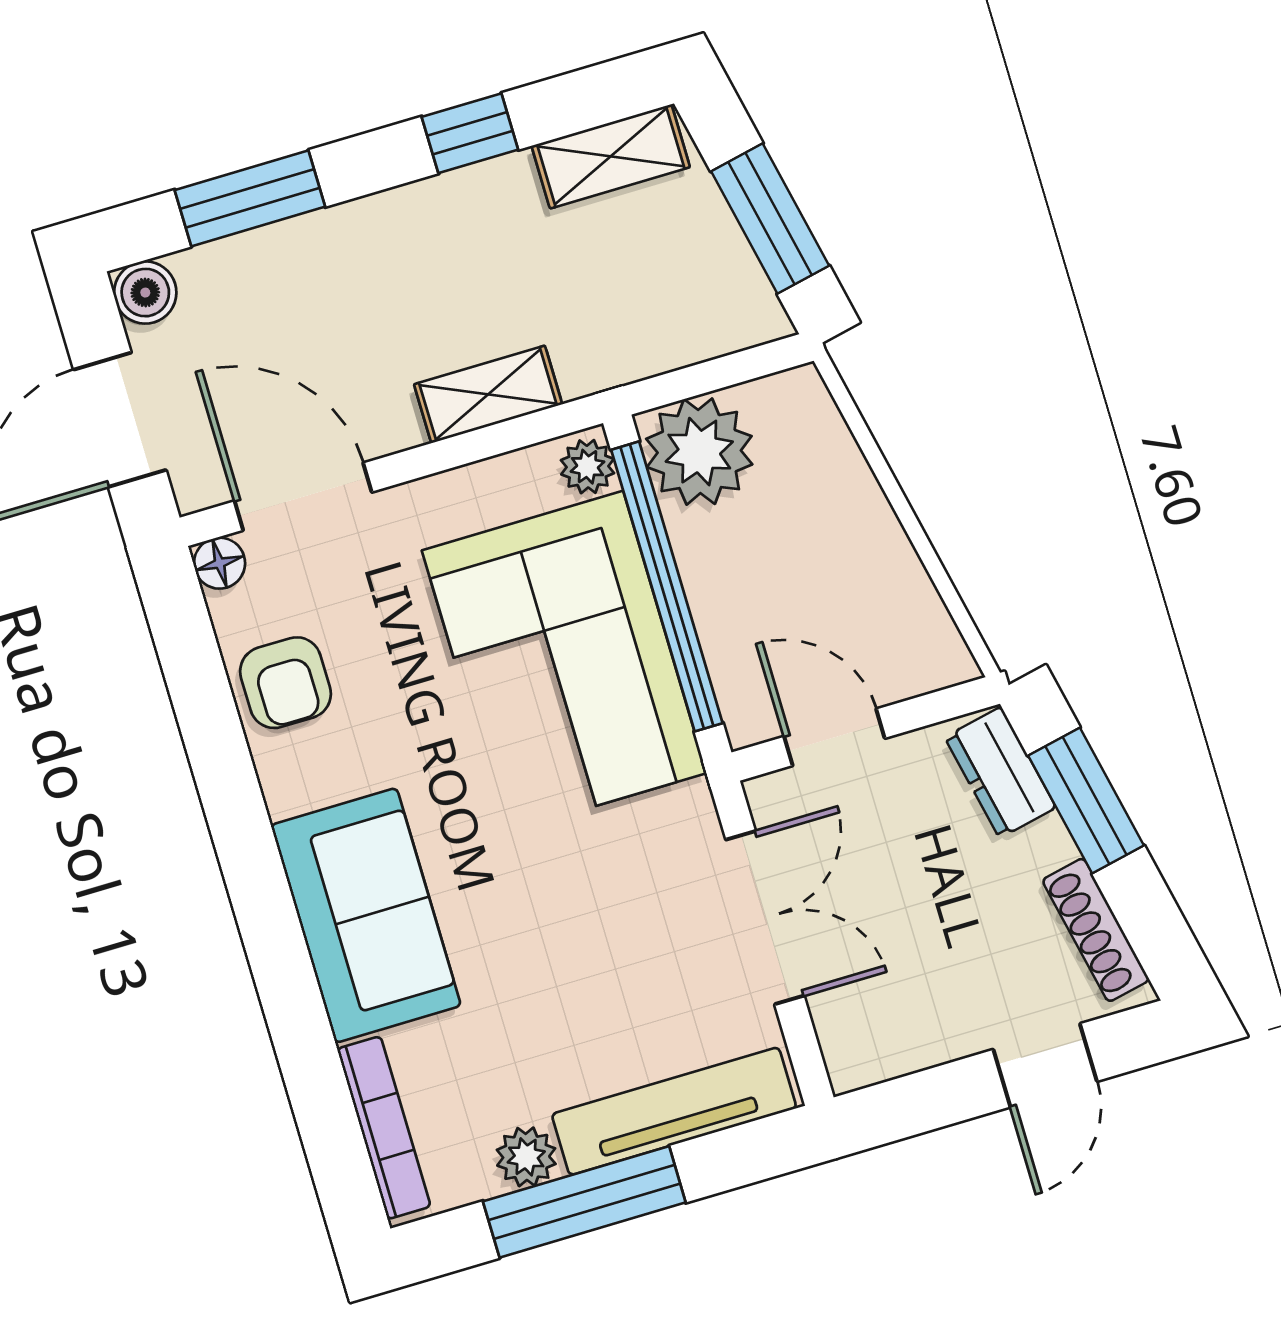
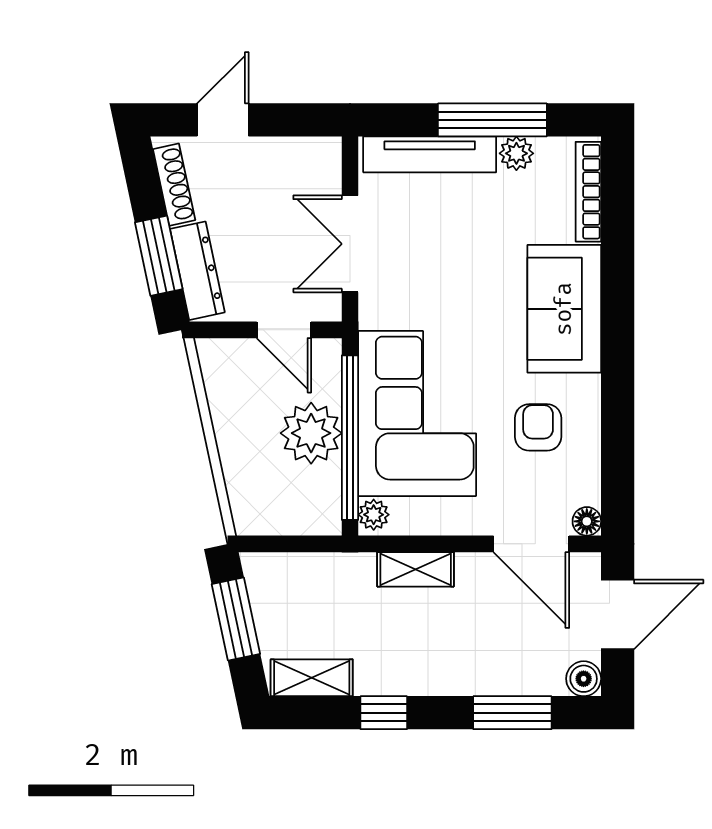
plant: (699, 452) -> (311, 433), moved
armchair: (285, 683) -> (538, 427), moved
dresser: (1000, 772) -> (197, 271), width x1.44

